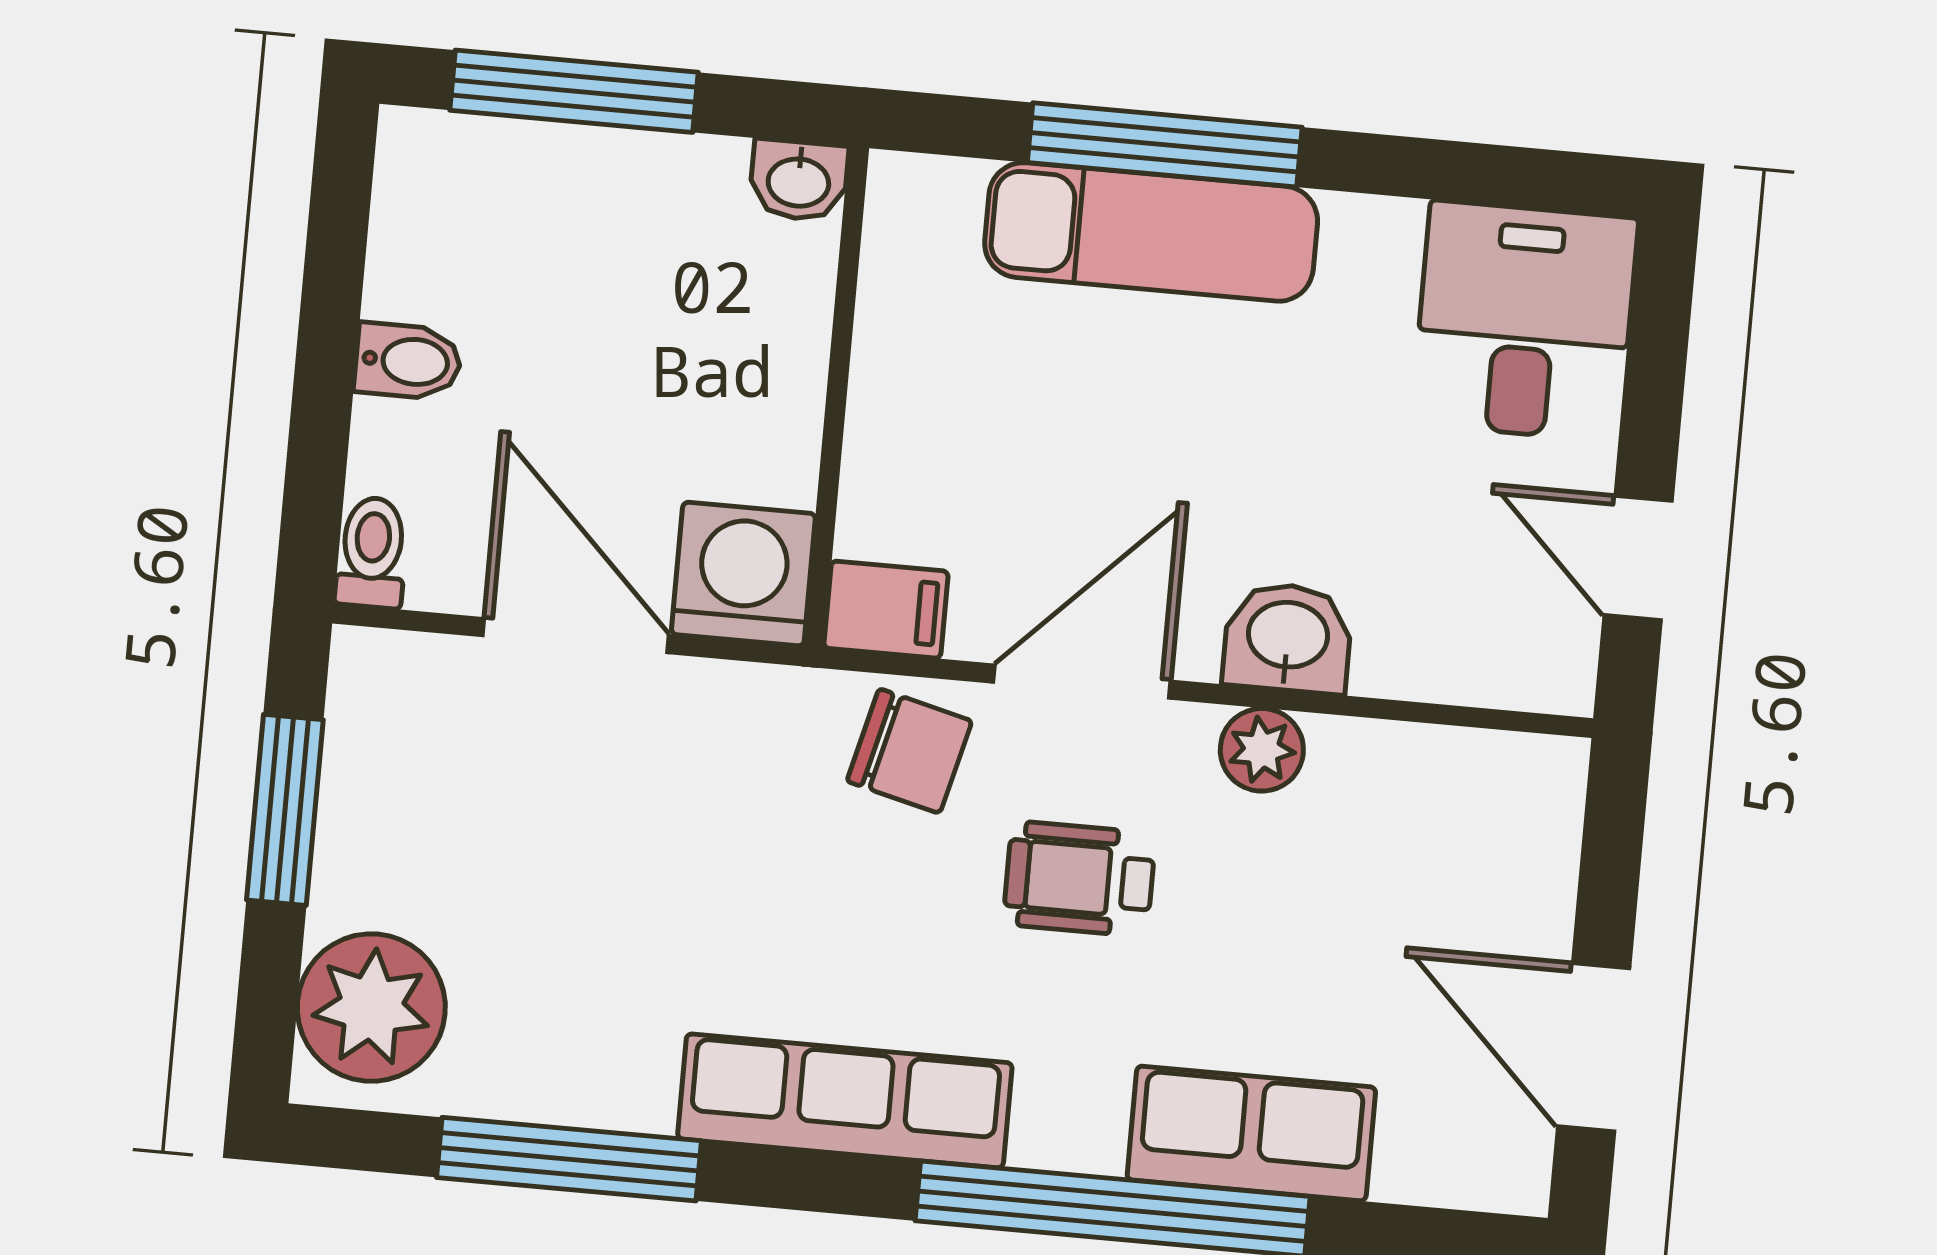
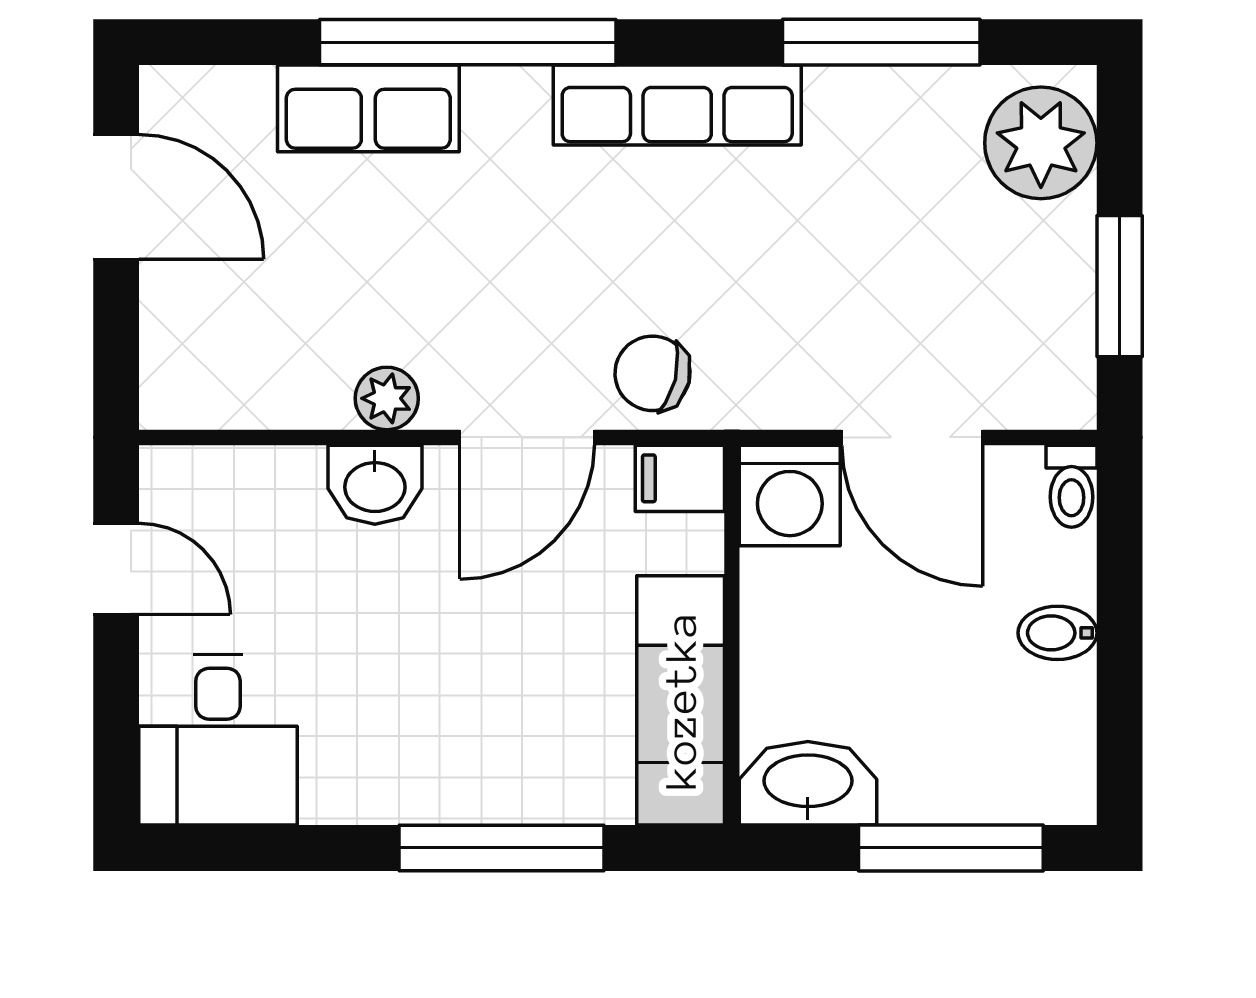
washbasin: (799, 180) -> (808, 783), width x1.91, depth x1.45
exam couch: (1151, 232) -> (681, 700), moved, turned -90
wheelchair: (1079, 879) -> (515, 289), removed

